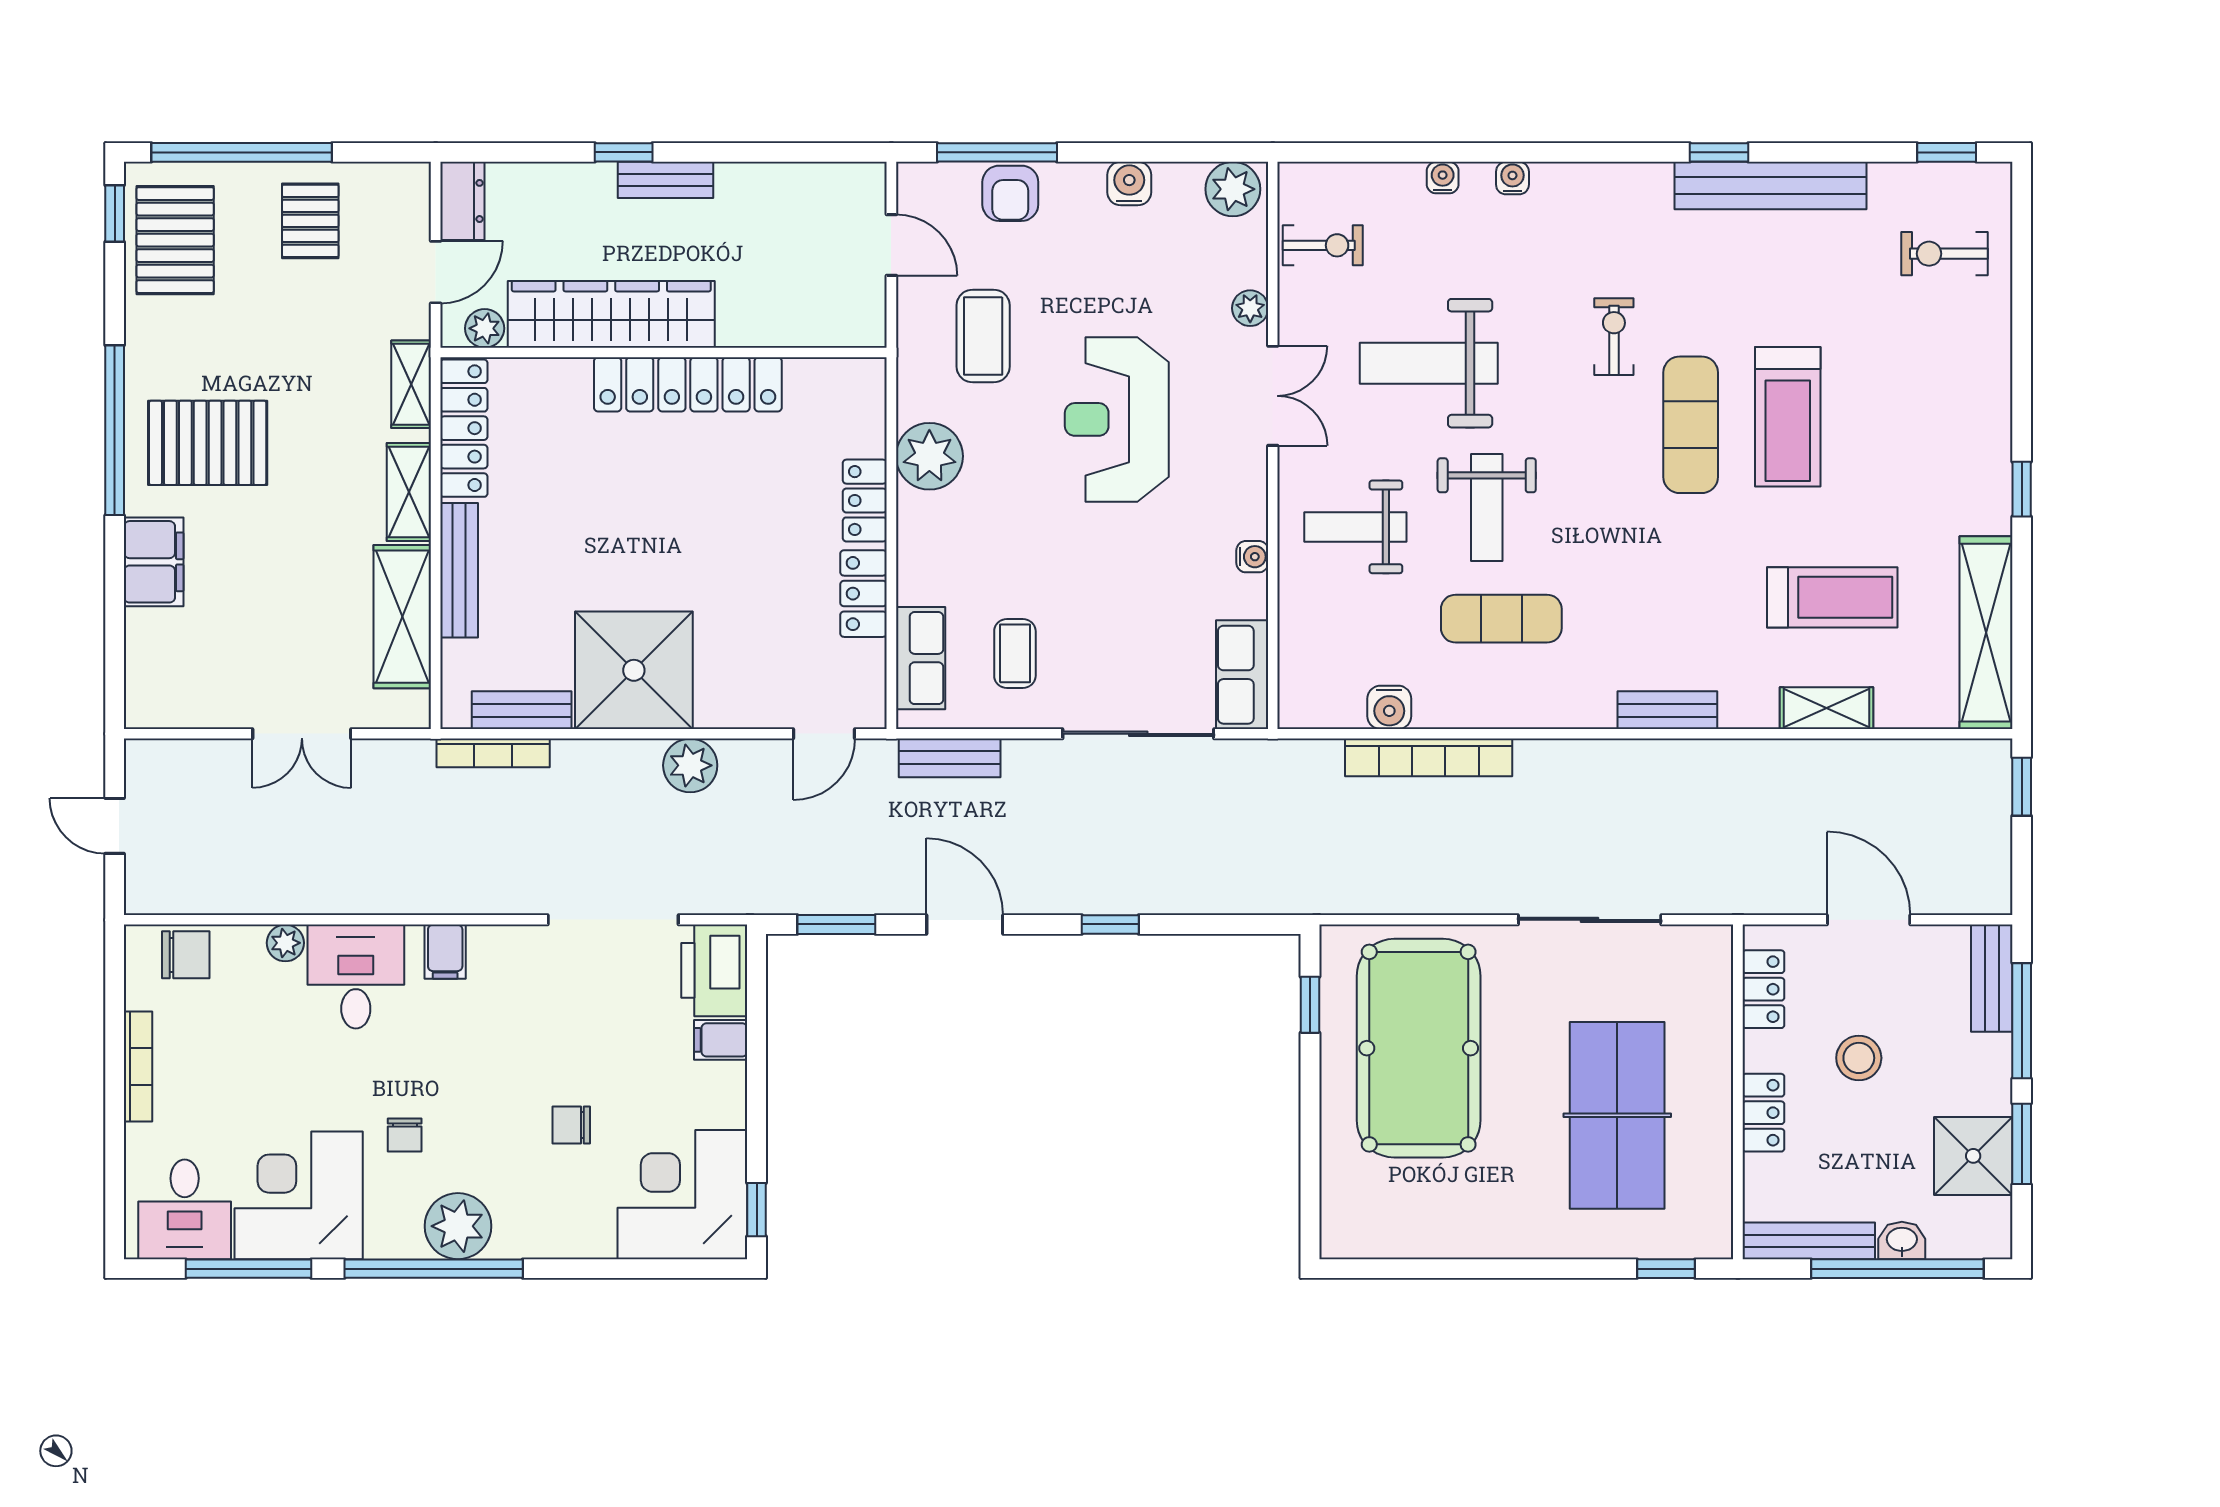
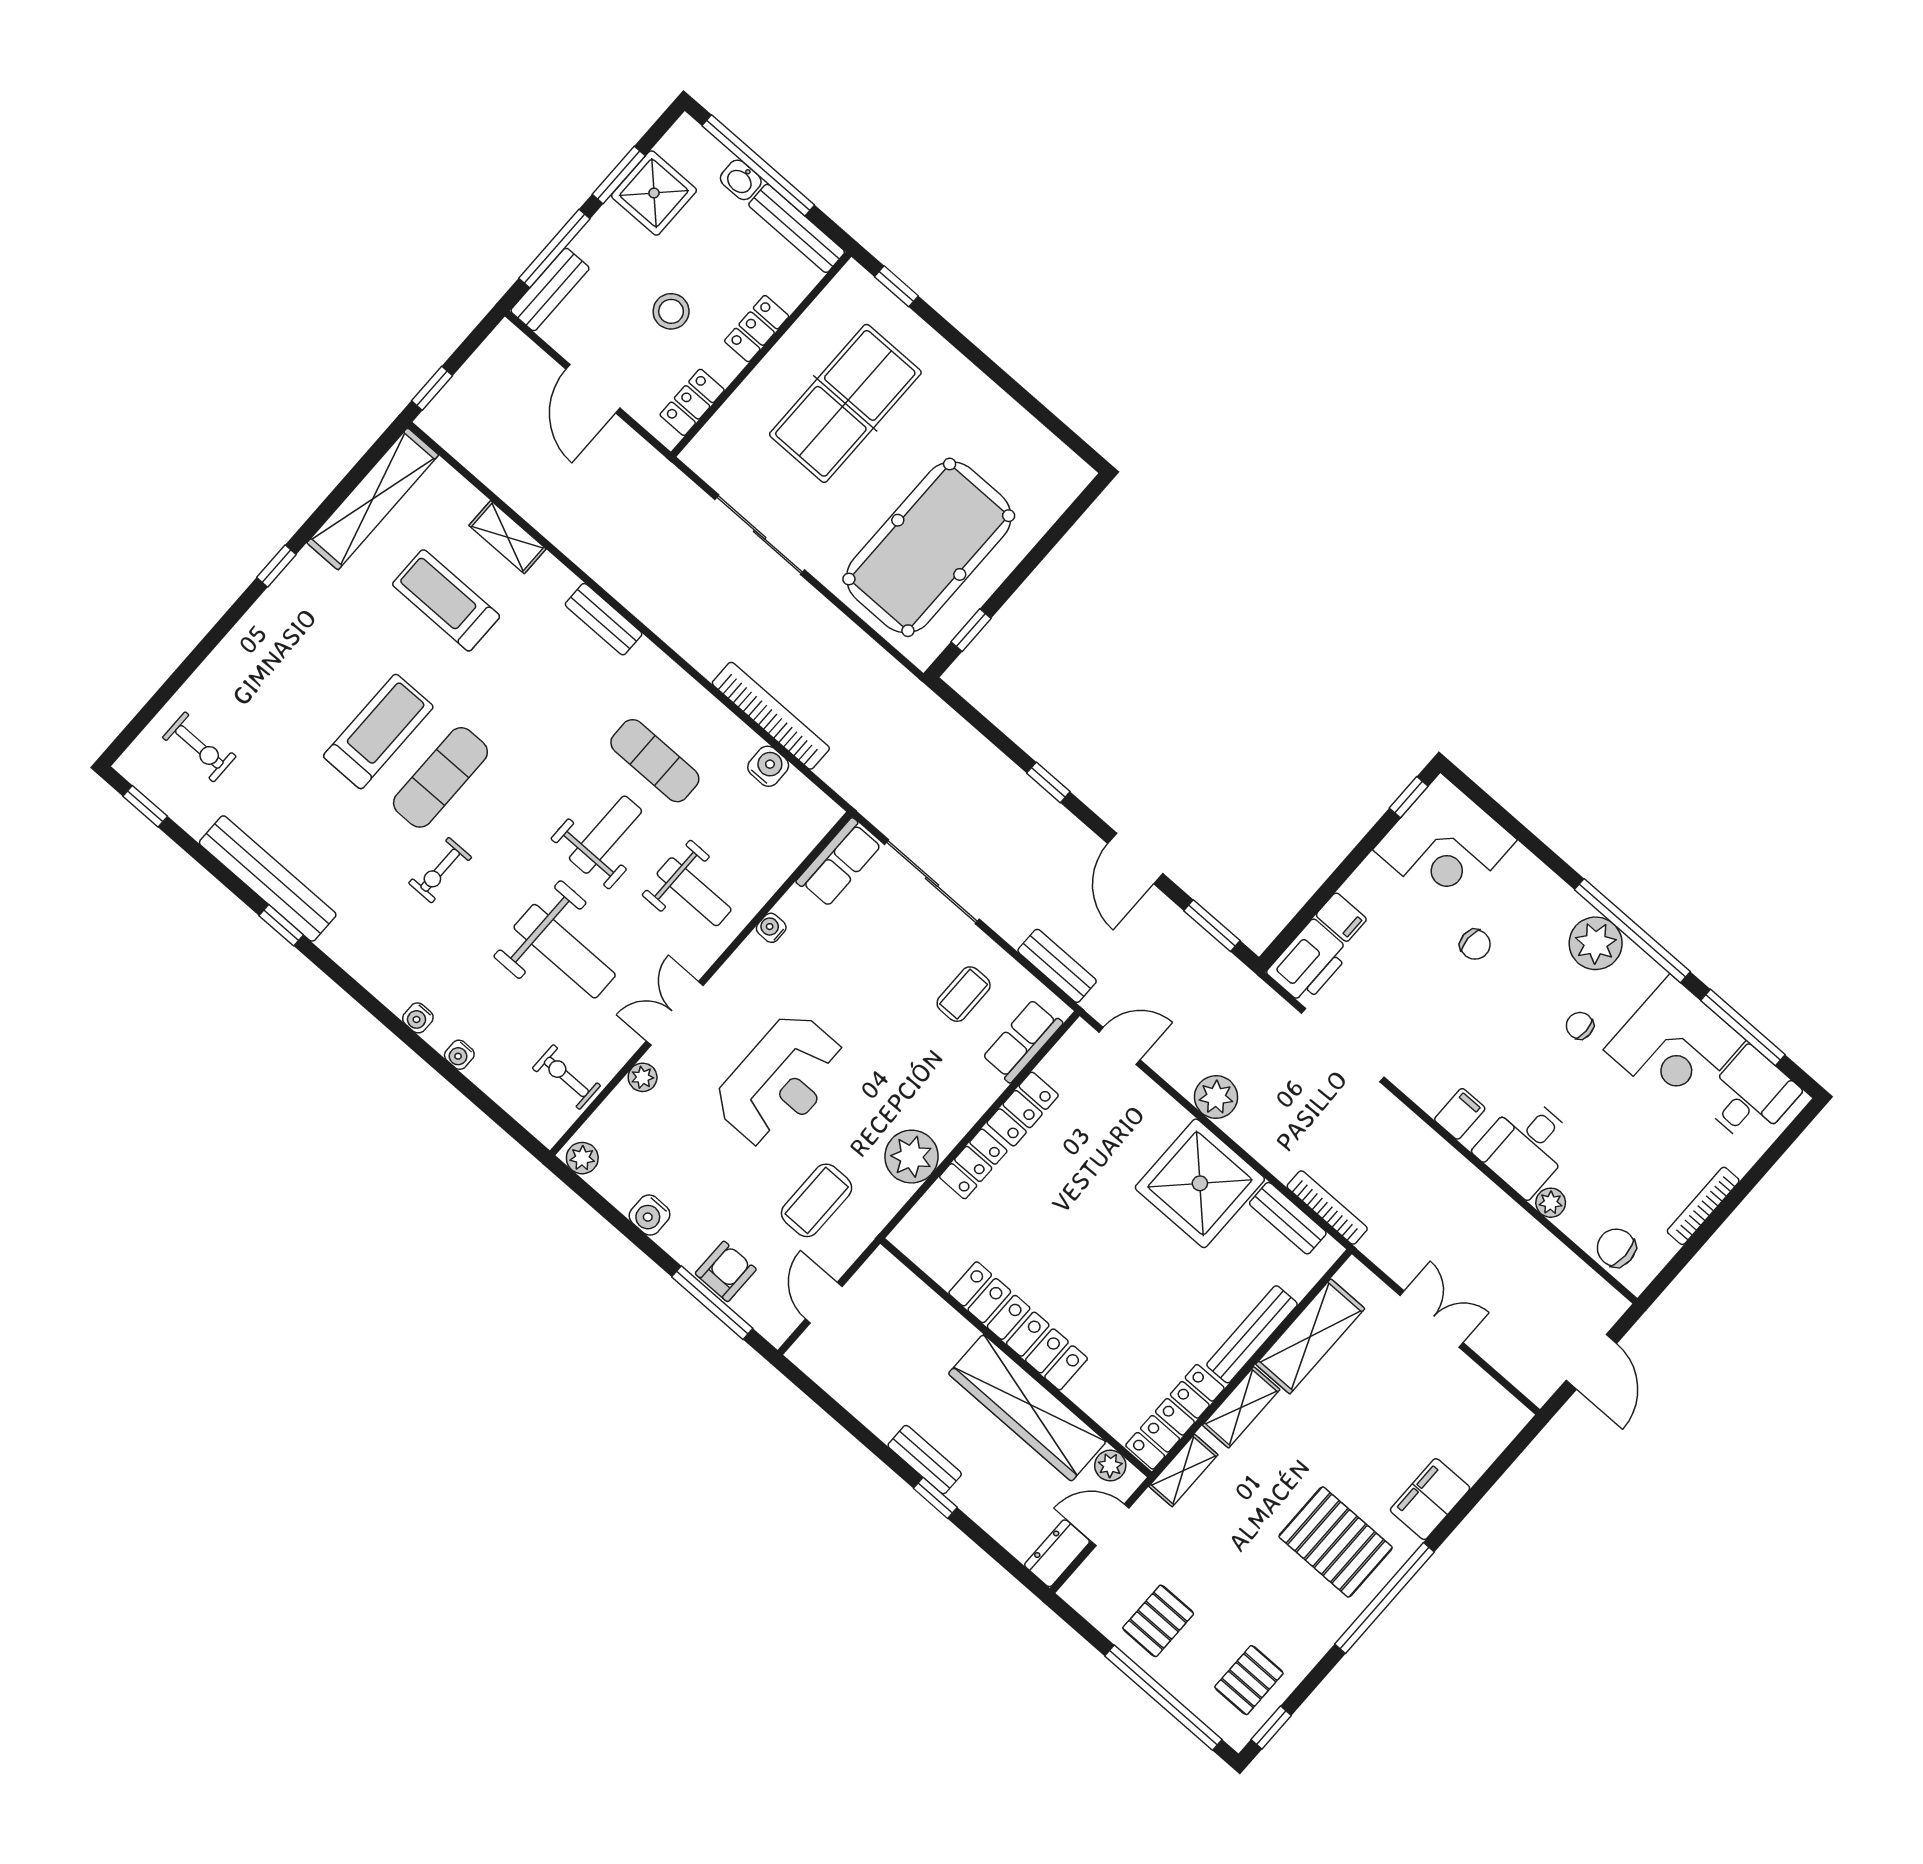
plant: (1233, 189) -> (582, 1158), width x0.73, depth x0.73
pallet: (175, 240) -> (1249, 1680), width x0.67, depth x0.71
door: (115, 826) -> (1591, 1362), width x1.38
chair: (405, 1135) -> (1580, 1026), turned -90

